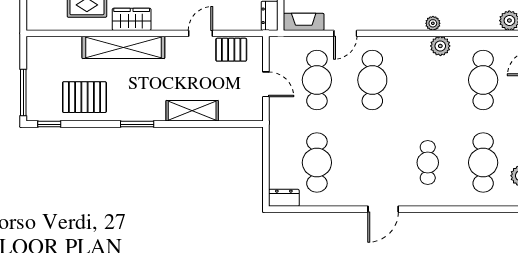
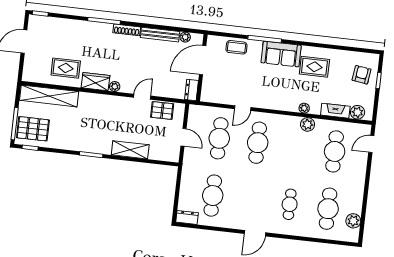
fireplace: (304, 22) -> (335, 111), moved
plant: (160, 23) -> (115, 86), added
shelving: (123, 47) -> (49, 96), moved
pallet: (84, 97) -> (33, 129), moved

